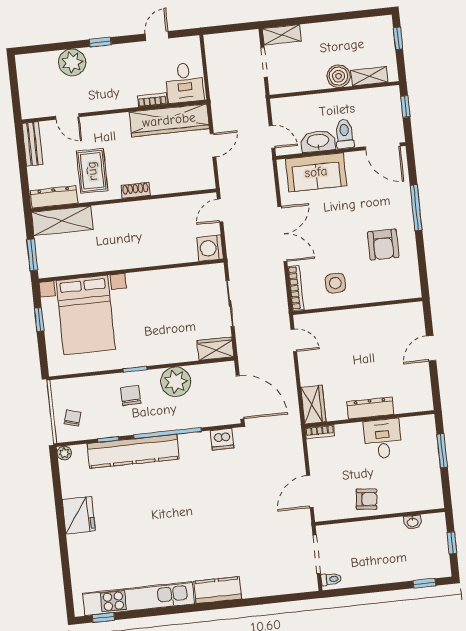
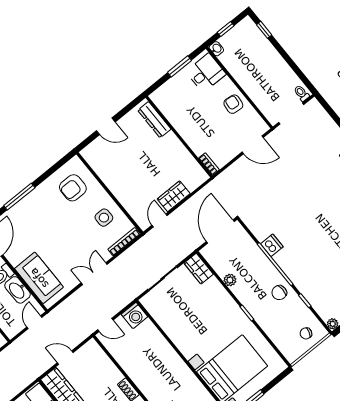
double door: (282, 234) -> (94, 274), width x0.73
armchair: (383, 245) -> (73, 188), moved, turned 180
plant: (176, 382) -> (230, 280), width x0.53, depth x0.53
chair: (131, 396) -> (279, 293), moved
wardrobe: (313, 405) -> (174, 196), moved
dresser: (370, 408) -> (154, 120), moved
dishwasher: (222, 439) -> (272, 245), moved
desk: (383, 439) -> (206, 73), moved, turned 180
kitchen counter: (133, 451) -> (302, 279), removed
window: (442, 451) -> (180, 66), moved
washbasin: (413, 522) -> (216, 49), moved

